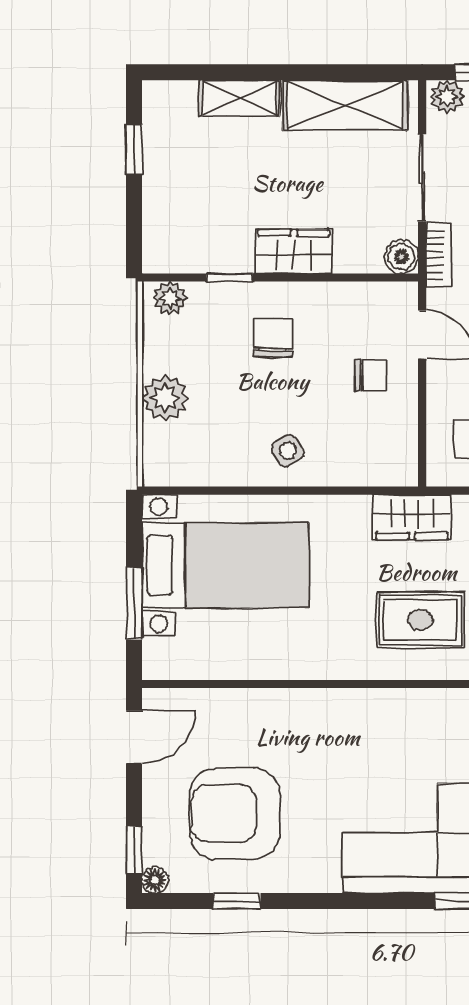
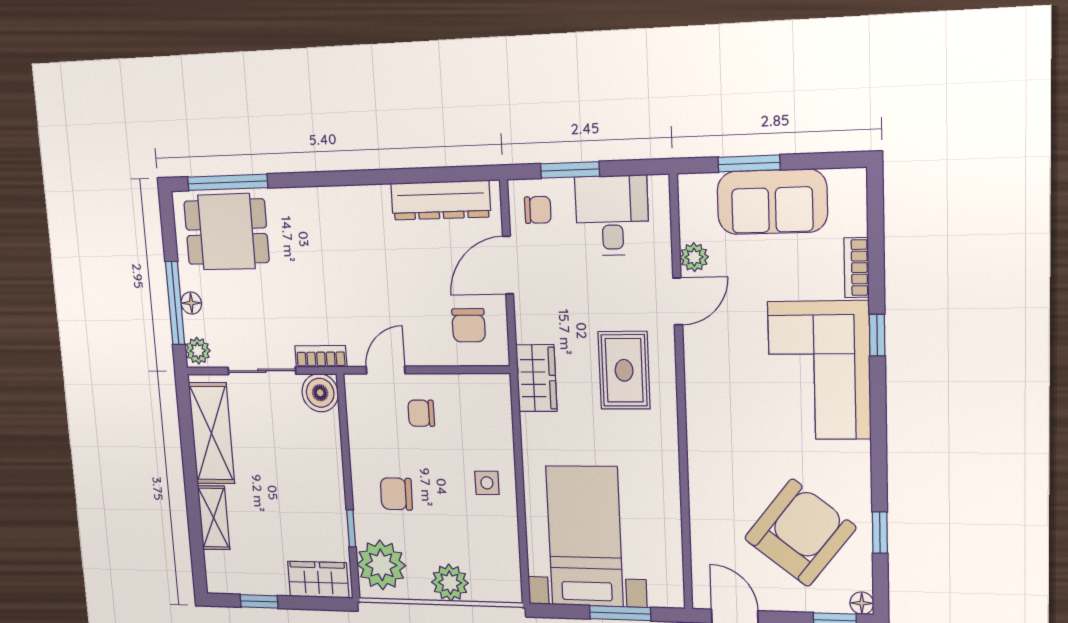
wardrobe: (294, 251) -> (318, 580), moved, turned 90
boiler: (401, 257) -> (320, 393), width x1.36, depth x1.36
plant: (170, 298) -> (381, 565), width x1.87, depth x1.87
chair: (371, 375) -> (421, 413), turned -90
side table: (288, 451) -> (487, 483), turned 31
armchair: (235, 813) -> (800, 533), turned -142

